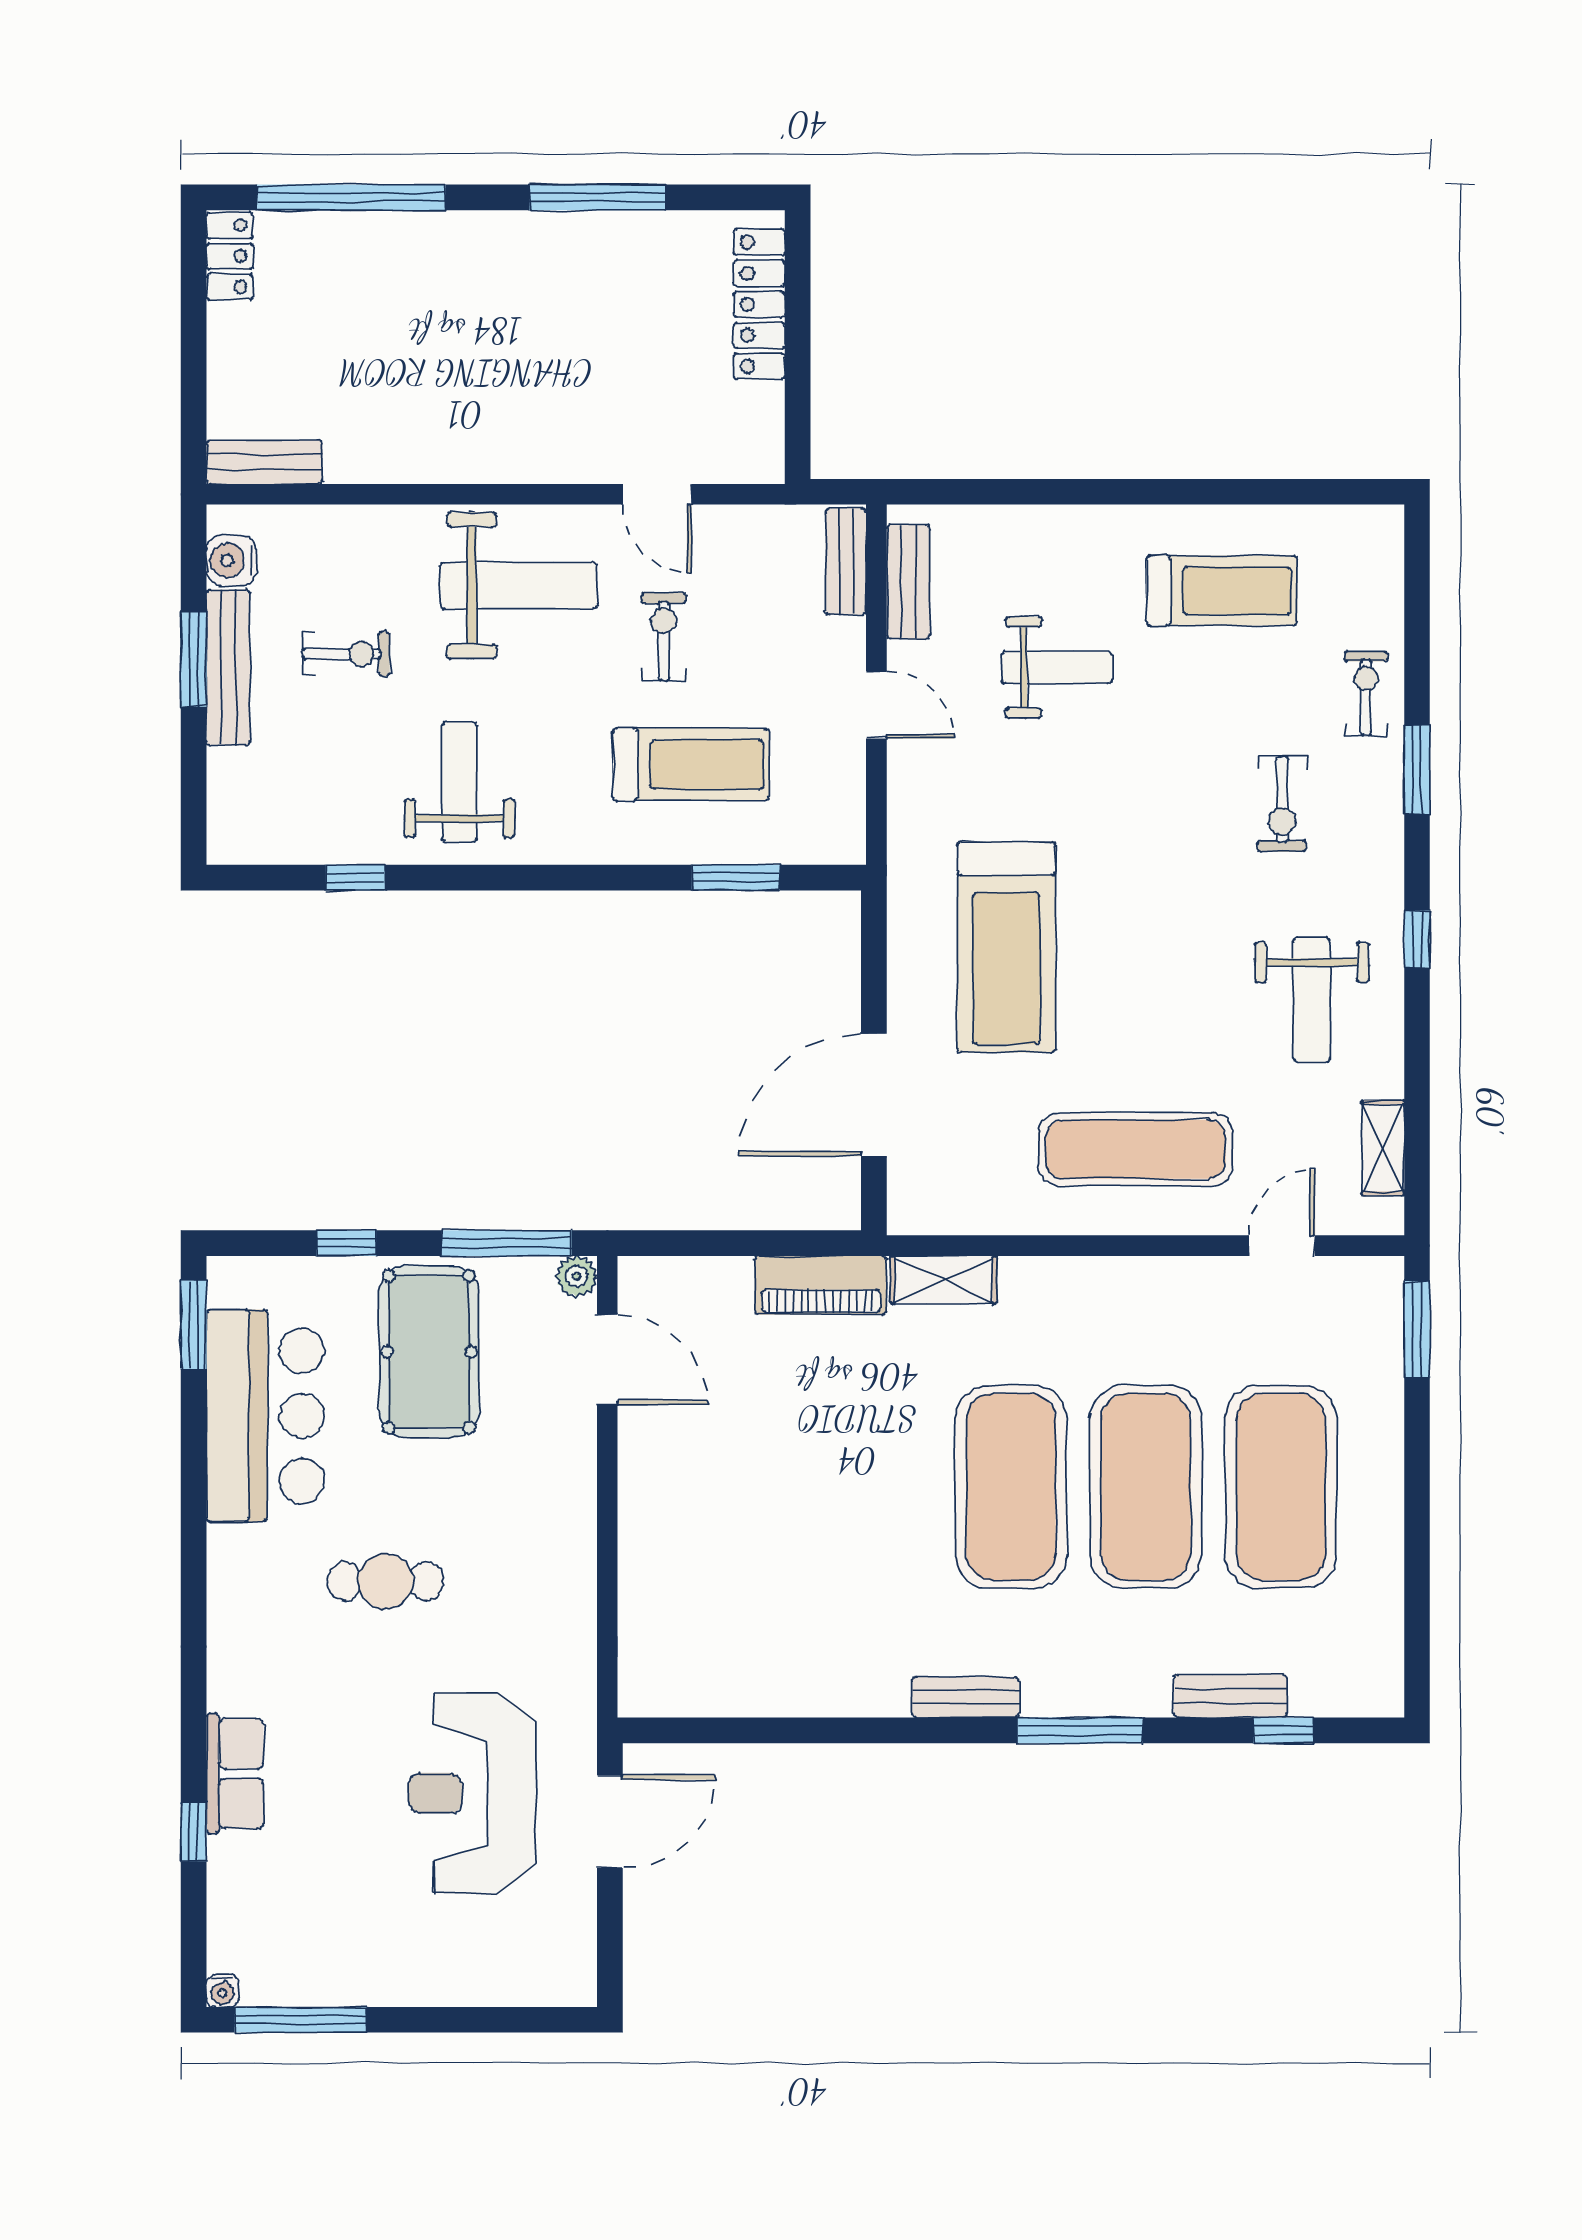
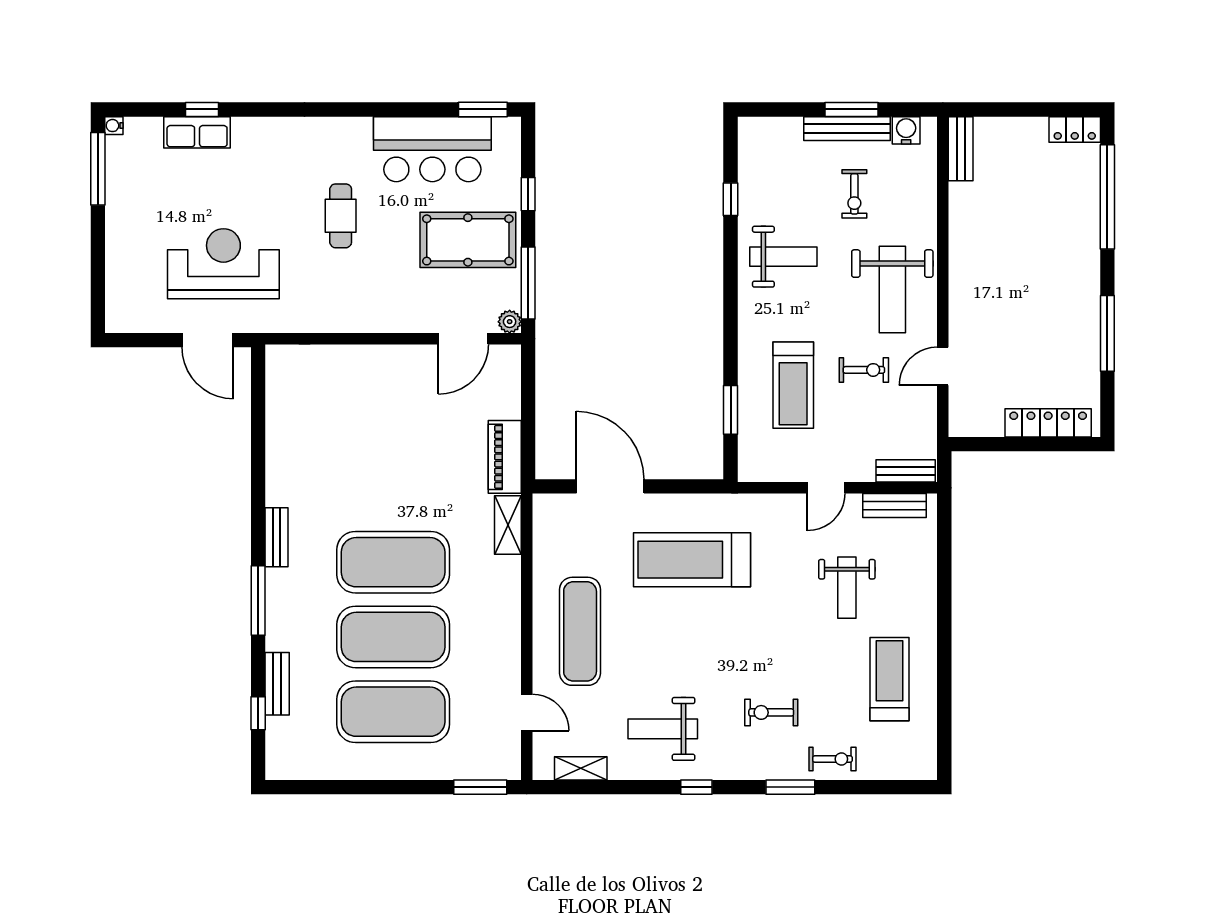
treadmill: (1222, 591) -> (890, 679), turned 180
row of seats: (235, 1773) -> (197, 132), moved

